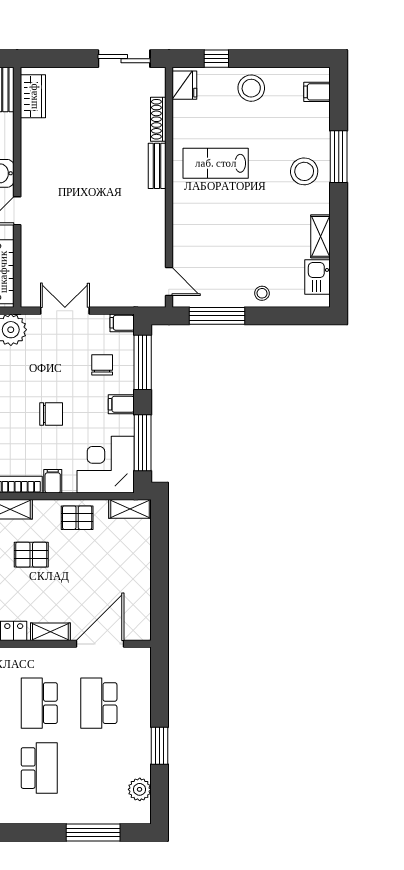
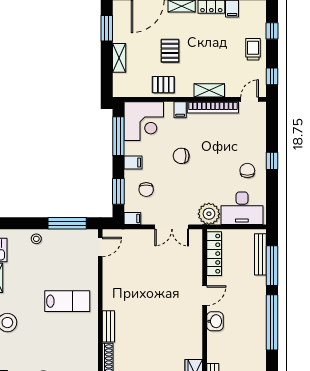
lab bench: (216, 163) -> (67, 301), moved
door: (169, 281) -> (100, 247), swing flipped
window: (143, 362) -> (118, 191), width x0.69
shelving: (130, 509) -> (119, 58), moved, turned 90
pallet: (31, 555) -> (170, 51), moved, turned 90
window: (159, 600) -> (107, 28), added

